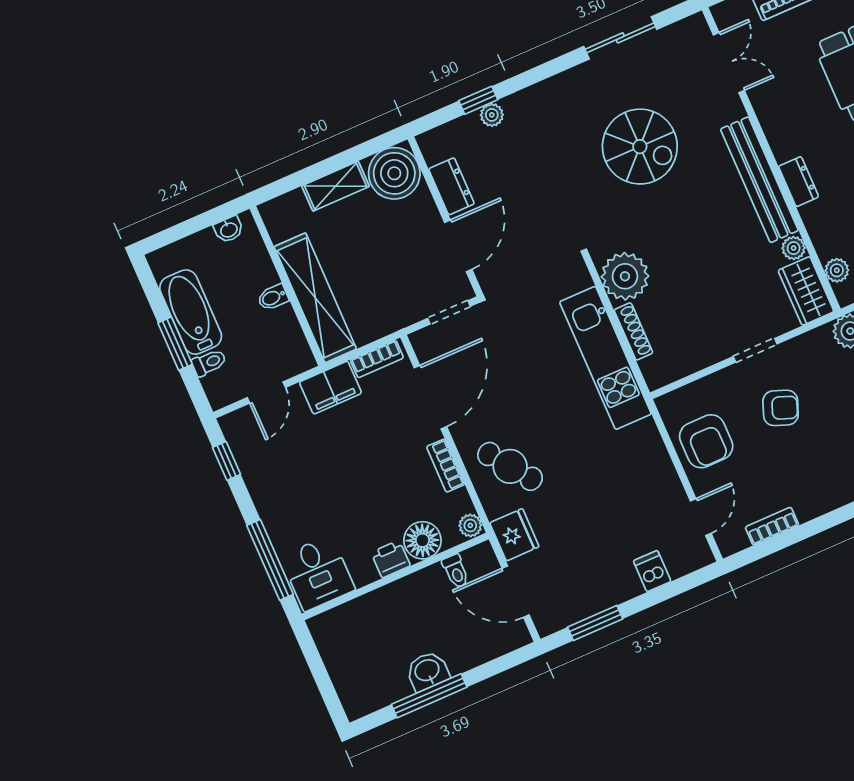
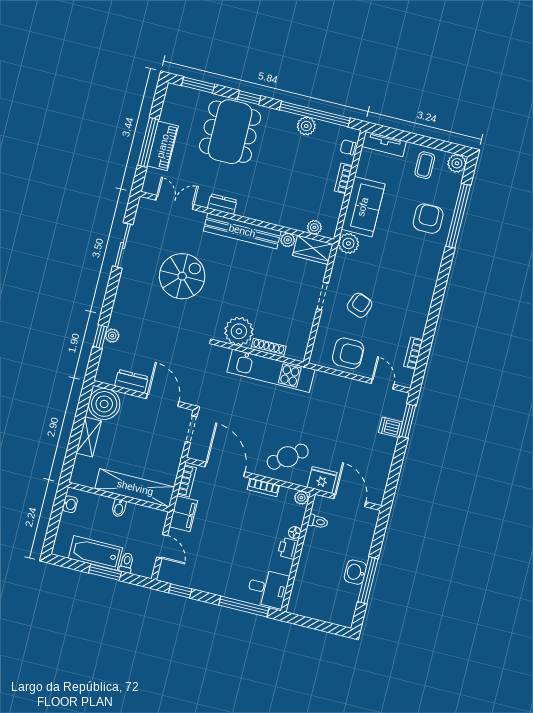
dresser: (799, 182) -> (222, 204), moved
floor lamp: (422, 540) -> (295, 533), width x0.53, depth x0.53
door: (516, 592) -> (350, 500), swing flipped
window: (595, 623) -> (407, 421), moved

